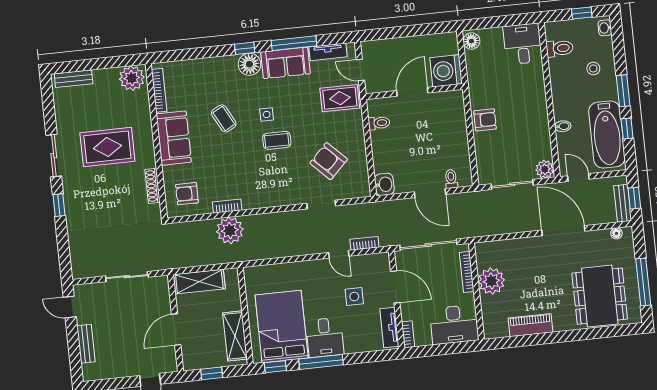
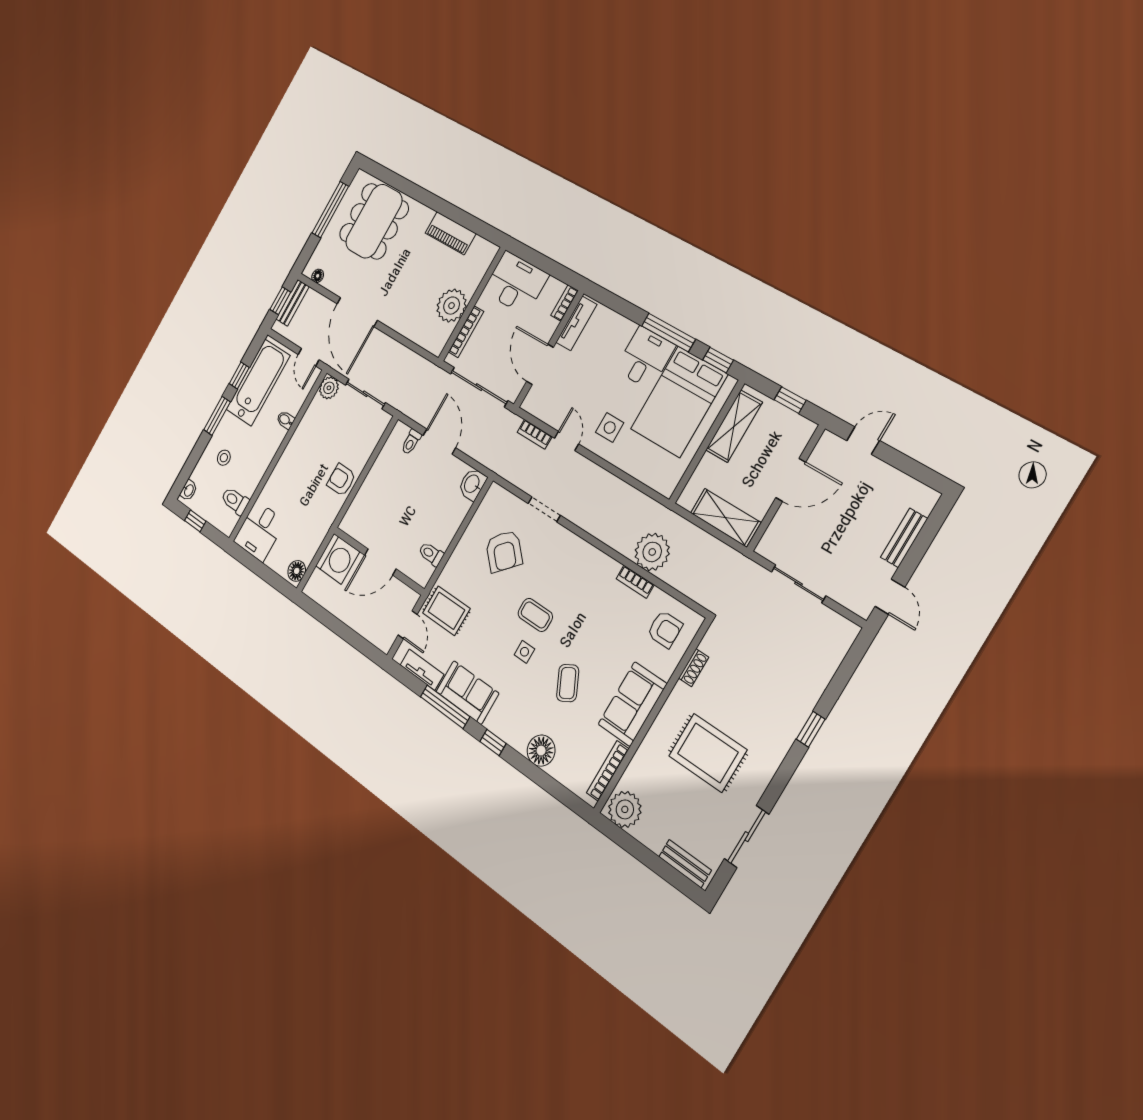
floor lamp: (249, 64) -> (541, 751), moved
sliding door: (54, 156) -> (747, 837), moved
shoe rack: (153, 186) -> (694, 668), width x0.70
side table: (354, 297) -> (610, 428), moved

